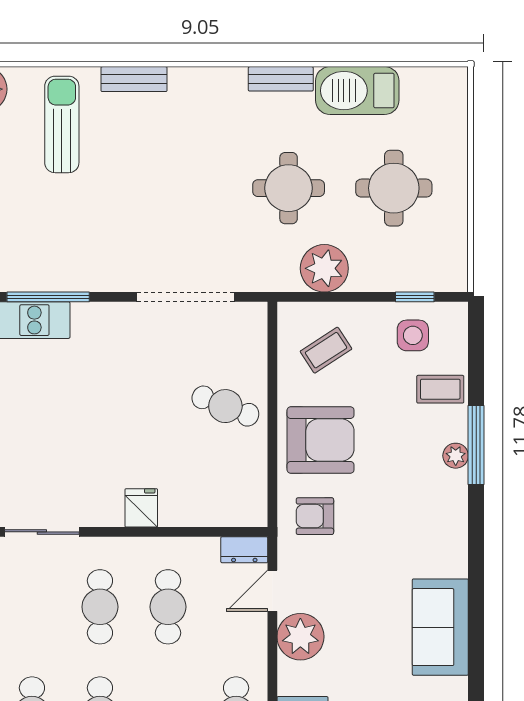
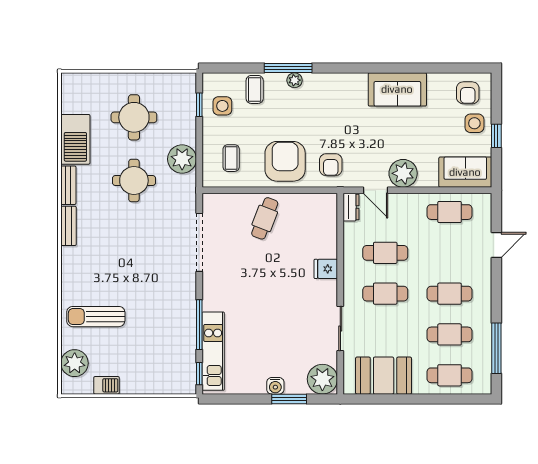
bench: (134, 79) -> (69, 226), moved
coffee table: (326, 350) -> (231, 158), turned 33

